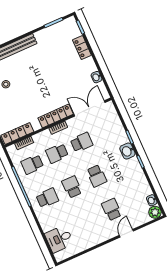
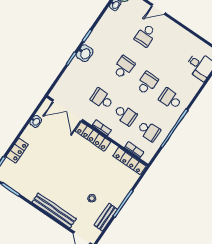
school desk: (72, 187) -> (147, 83), turned 180

